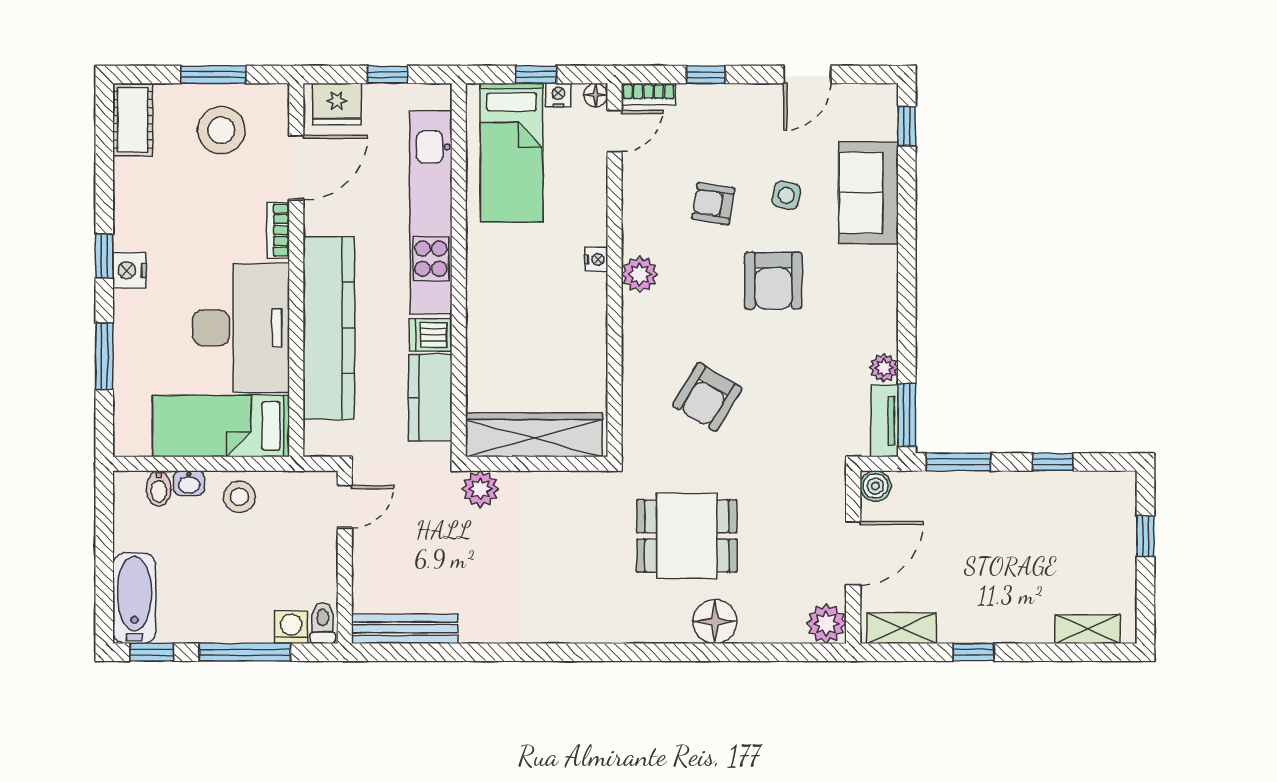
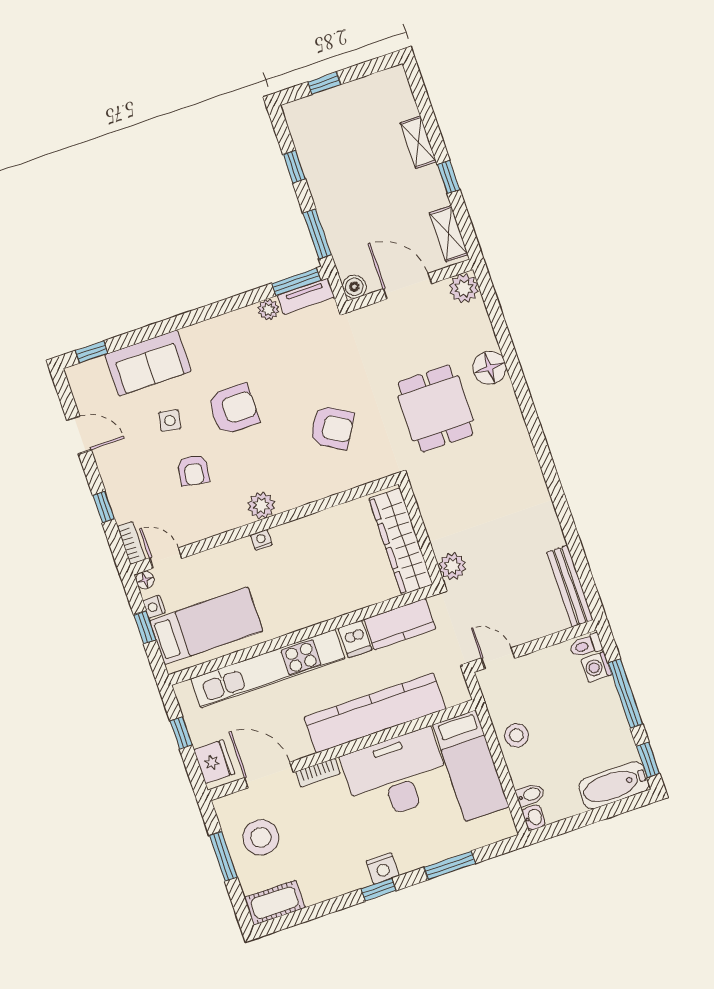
washbasin: (189, 483) -> (534, 817), moved
shelving: (1087, 629) -> (418, 142), moved

